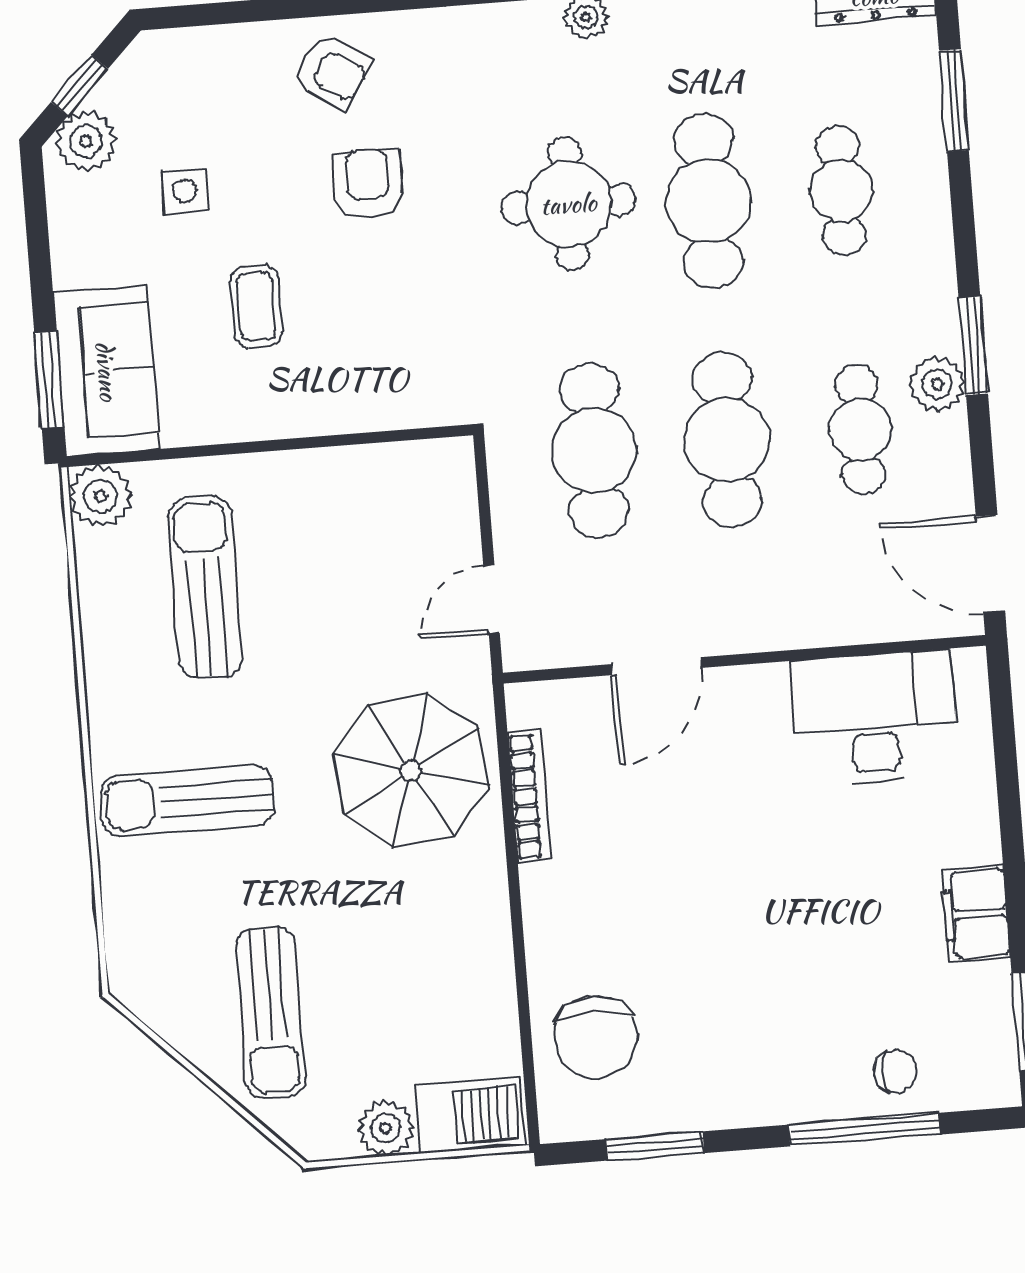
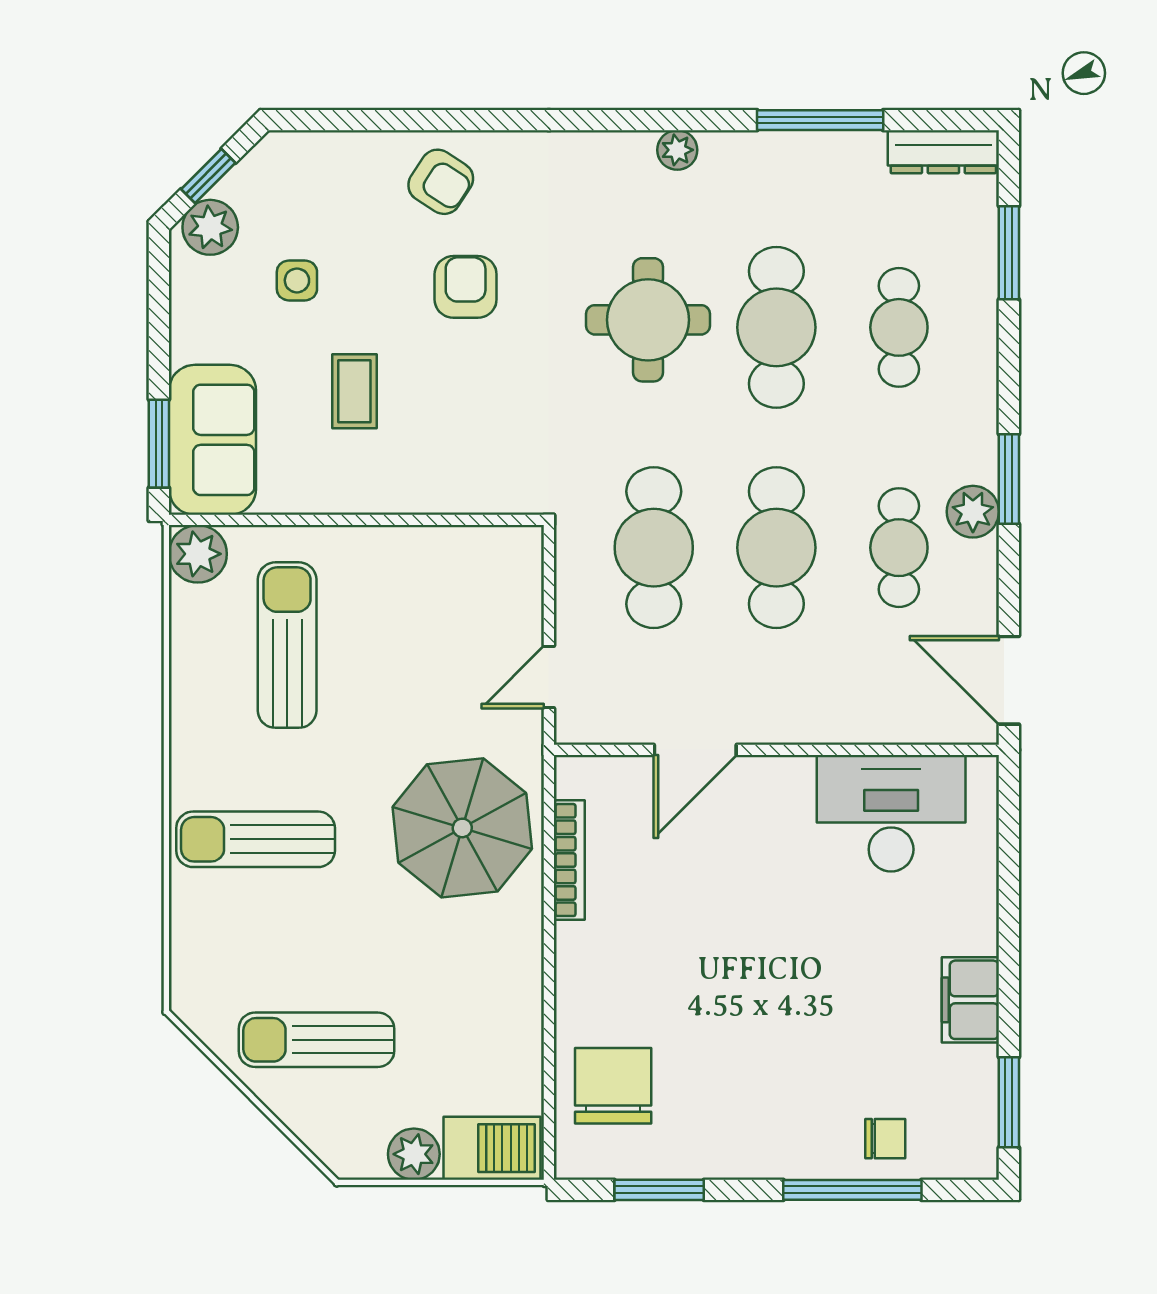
sun lounger: (270, 1013) -> (316, 1040), turned 90
chair: (596, 1037) -> (613, 1086), turned 180

